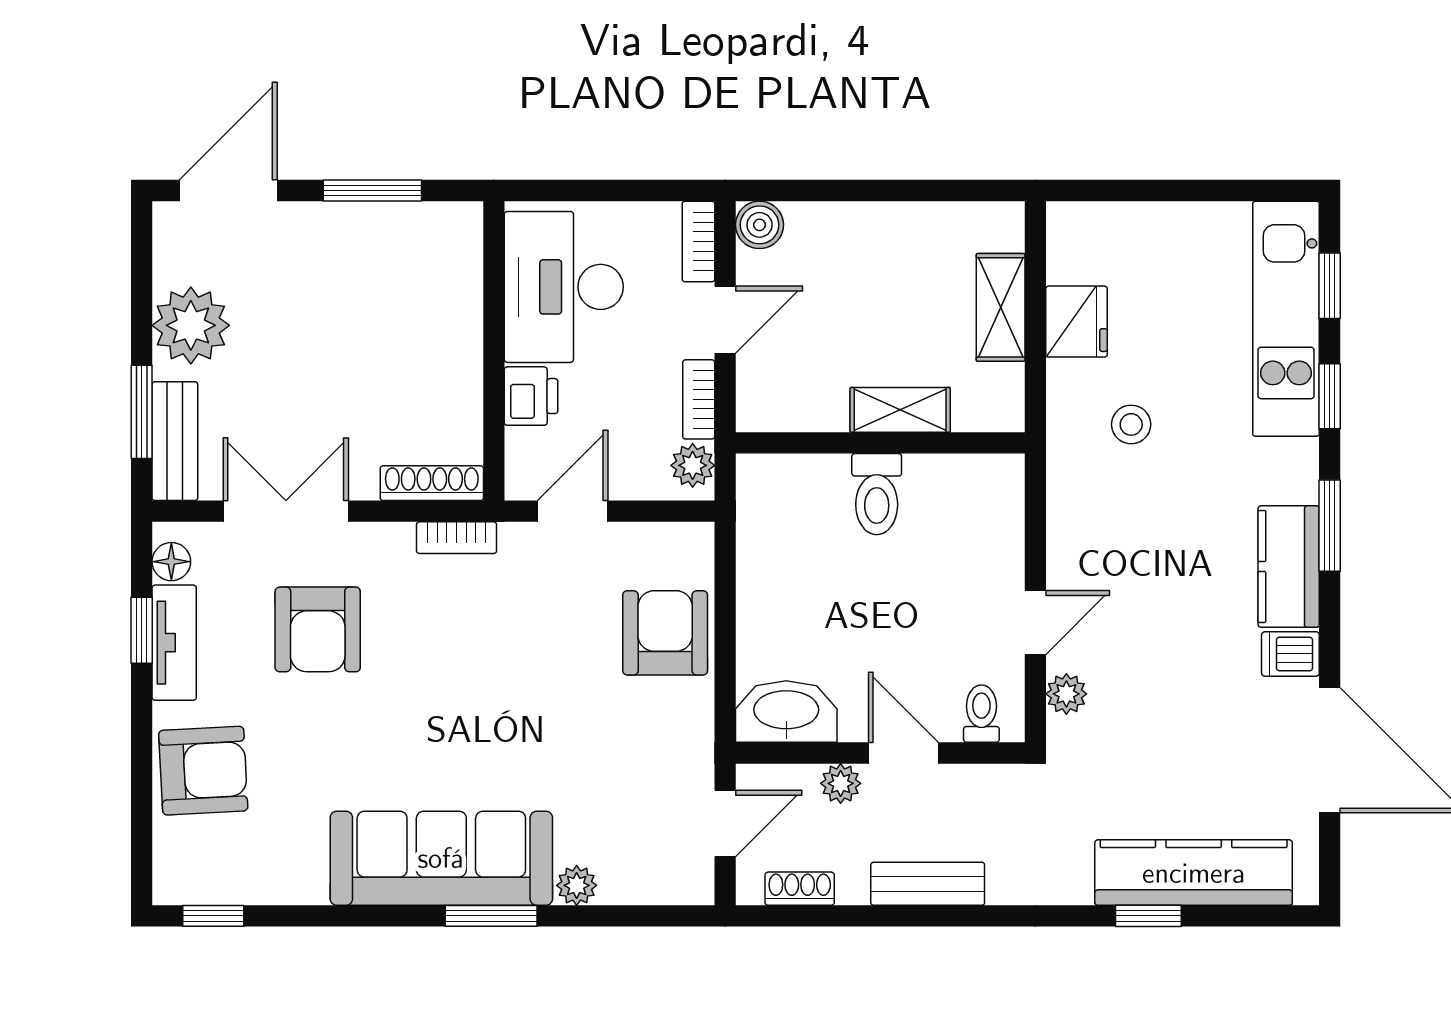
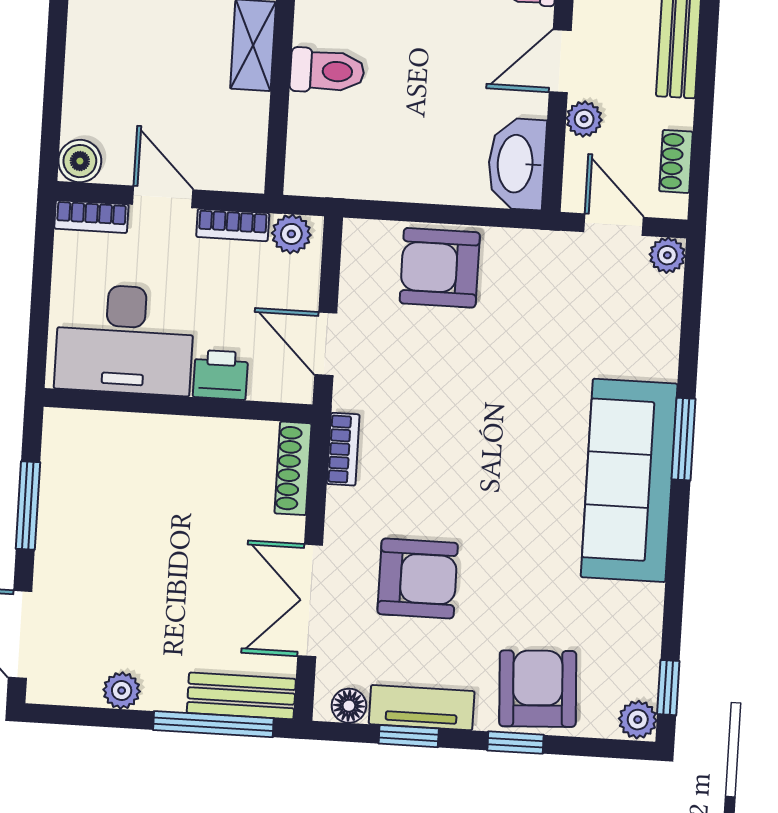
plant: (191, 325) -> (122, 691), width x0.53, depth x0.53
window: (142, 412) -> (213, 724), width x1.44
window: (142, 750) -> (516, 743), added
plant: (176, 884) -> (638, 720), added
plant: (577, 885) -> (667, 255), moved

